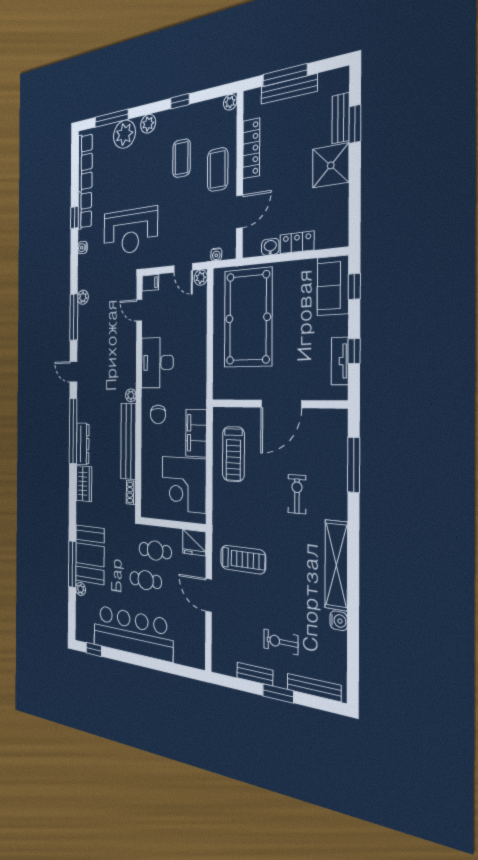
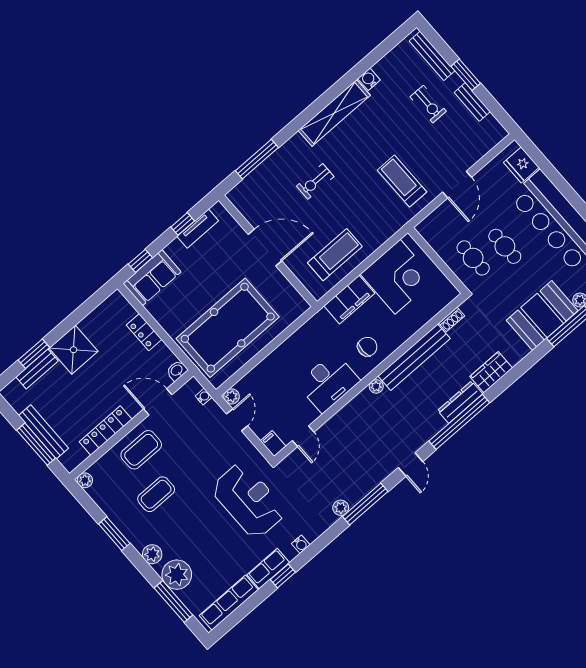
window: (180, 101) -> (114, 534), width x1.50
washbasin: (270, 247) -> (177, 370), moved, turned 90
fridge: (194, 543) -> (521, 165), moved, turned 180

